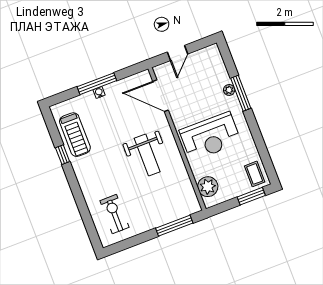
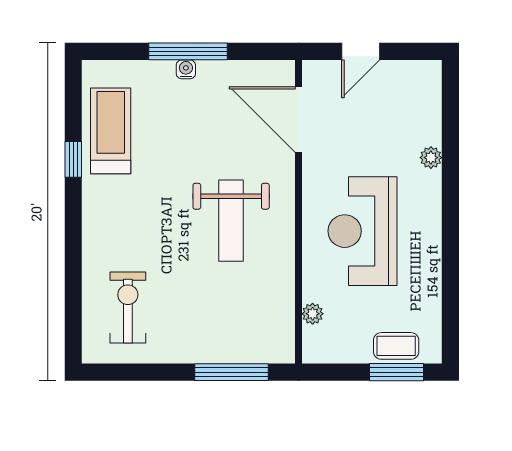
window: (241, 93) -> (450, 172), removed
treadmill: (75, 135) -> (111, 131), turned 180
reception desk: (210, 136) -> (362, 231), turned 90
coffee table: (255, 174) -> (396, 346), moved, turned 90
plant: (208, 187) -> (313, 314), width x0.53, depth x0.53

